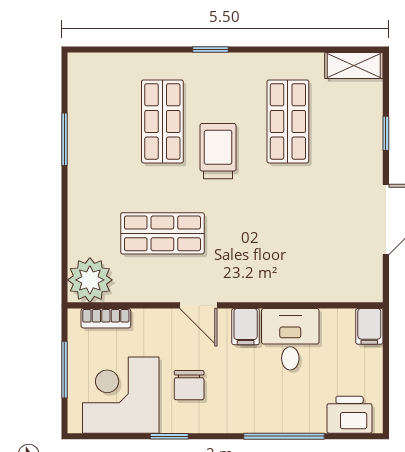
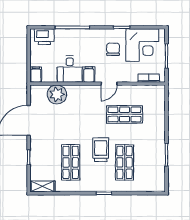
trolley: (218, 151) -> (101, 150), turned 180
plant: (90, 280) -> (57, 94), moved
door: (198, 305) -> (109, 84), swing flipped

